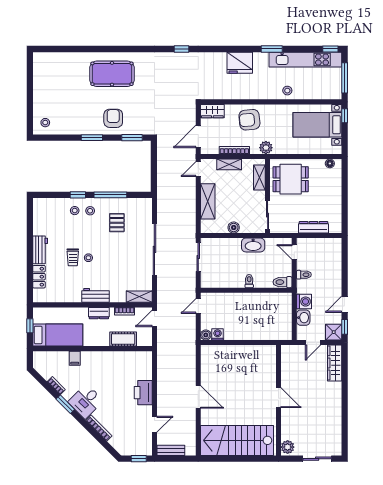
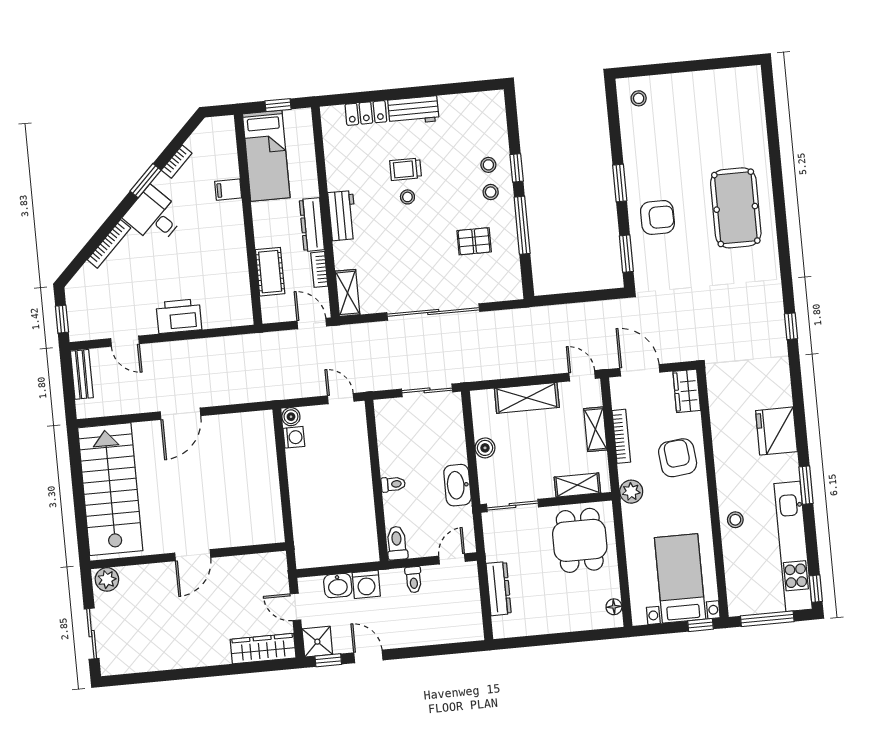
dresser: (99, 313) -> (312, 225), width x1.44

